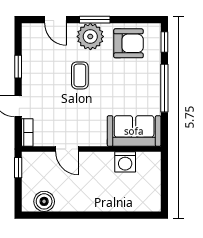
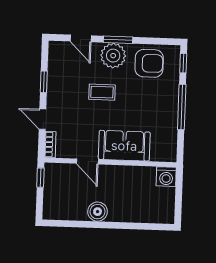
coffee table: (80, 75) -> (102, 92), turned 90
sofa: (134, 131) -> (124, 146), moved
washing machine: (125, 162) -> (166, 177), moved
boiler: (44, 201) -> (98, 212), moved

